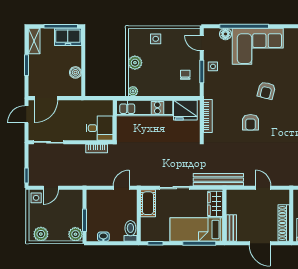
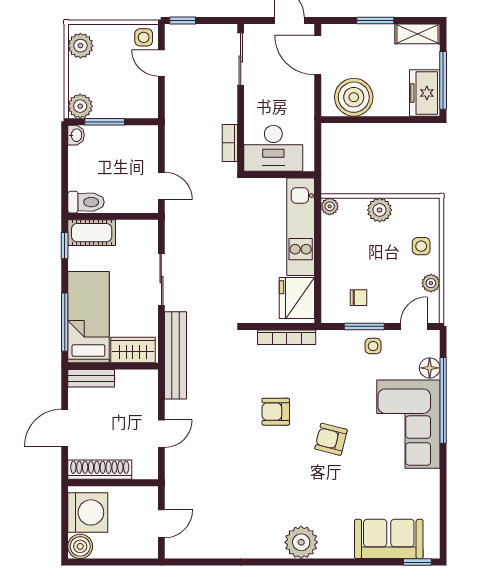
plant: (177, 33) -> (431, 283), added
boiler: (75, 72) -> (354, 97), width x1.86, depth x1.86
desk: (100, 128) -> (273, 148), width x1.37
cot: (148, 203) -> (92, 233), moved
washbasin: (103, 237) -> (76, 135), moved

